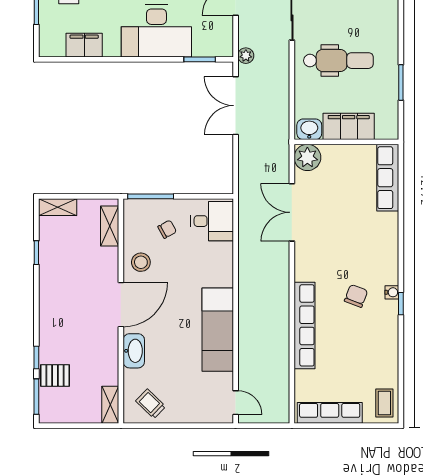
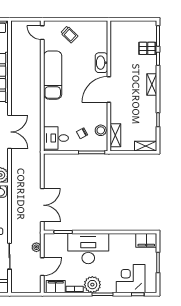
filing cabinet: (84, 45) -> (146, 240), moved
plant: (246, 56) -> (36, 247), moved
double door: (292, 212) -> (10, 132), moved
stool: (141, 262) -> (101, 130), moved
trolley: (151, 404) -> (69, 34), moved
shelving: (110, 405) -> (152, 84), moved

